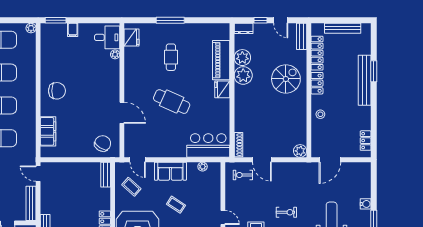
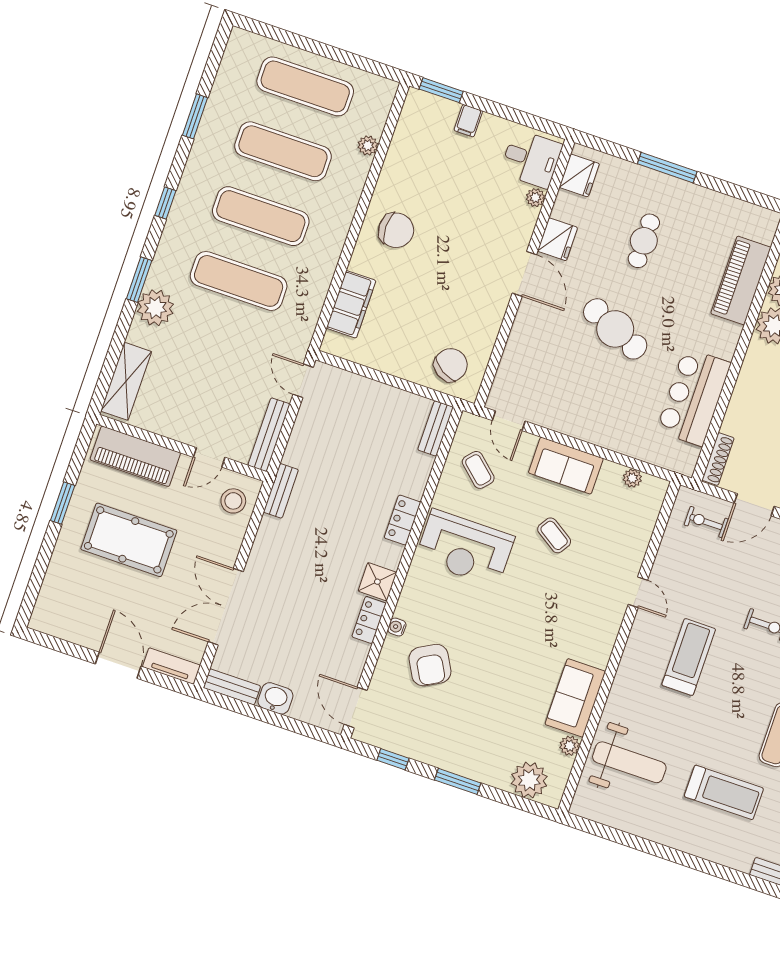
plant: (31, 28) -> (368, 145), moved
fridge: (222, 89) -> (557, 239), moved, turned 180
door: (122, 113) -> (524, 274), moved
bar counter: (208, 146) -> (694, 397), moved, turned -90
door: (262, 160) -> (754, 505), hinge flipped

